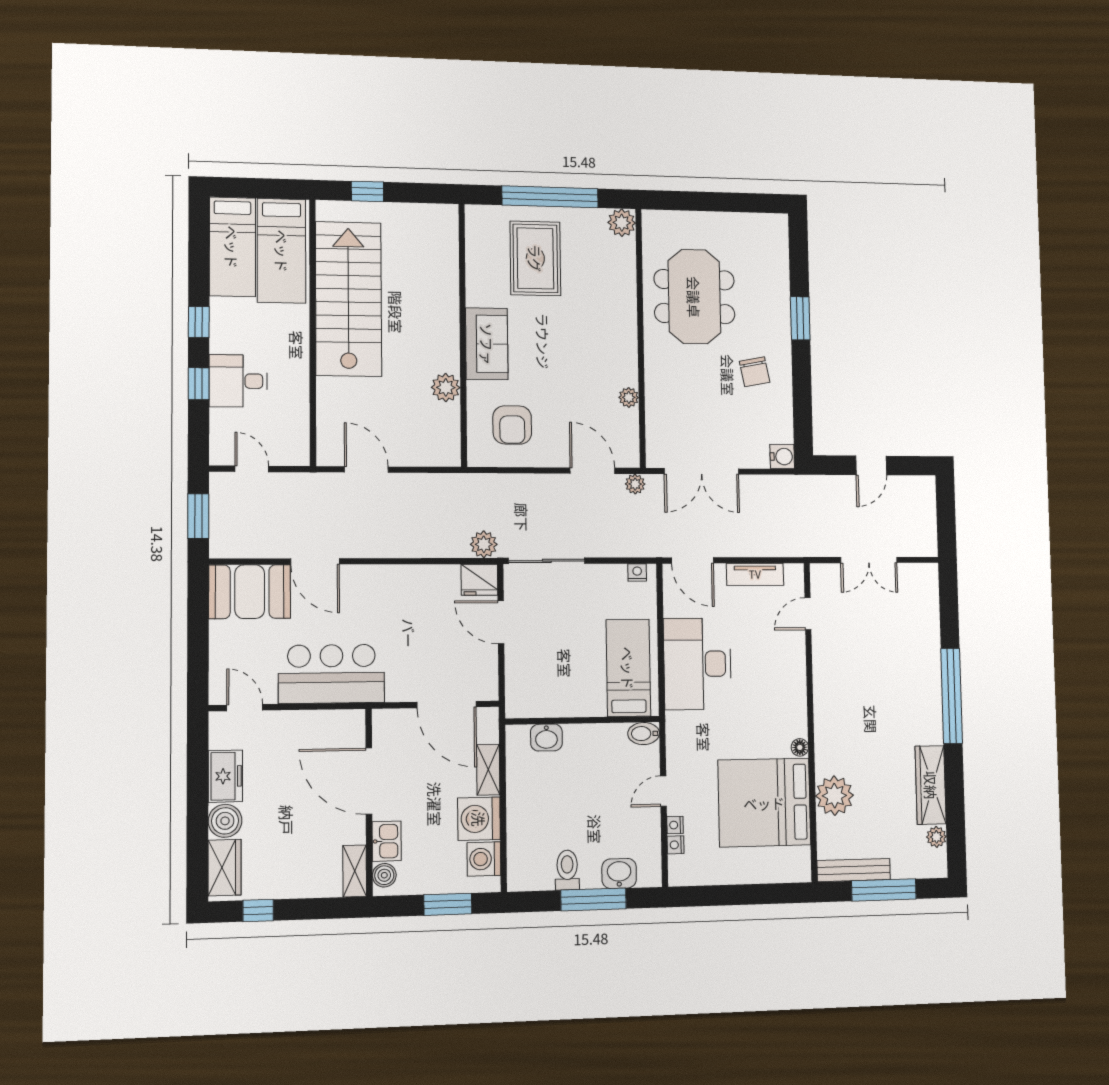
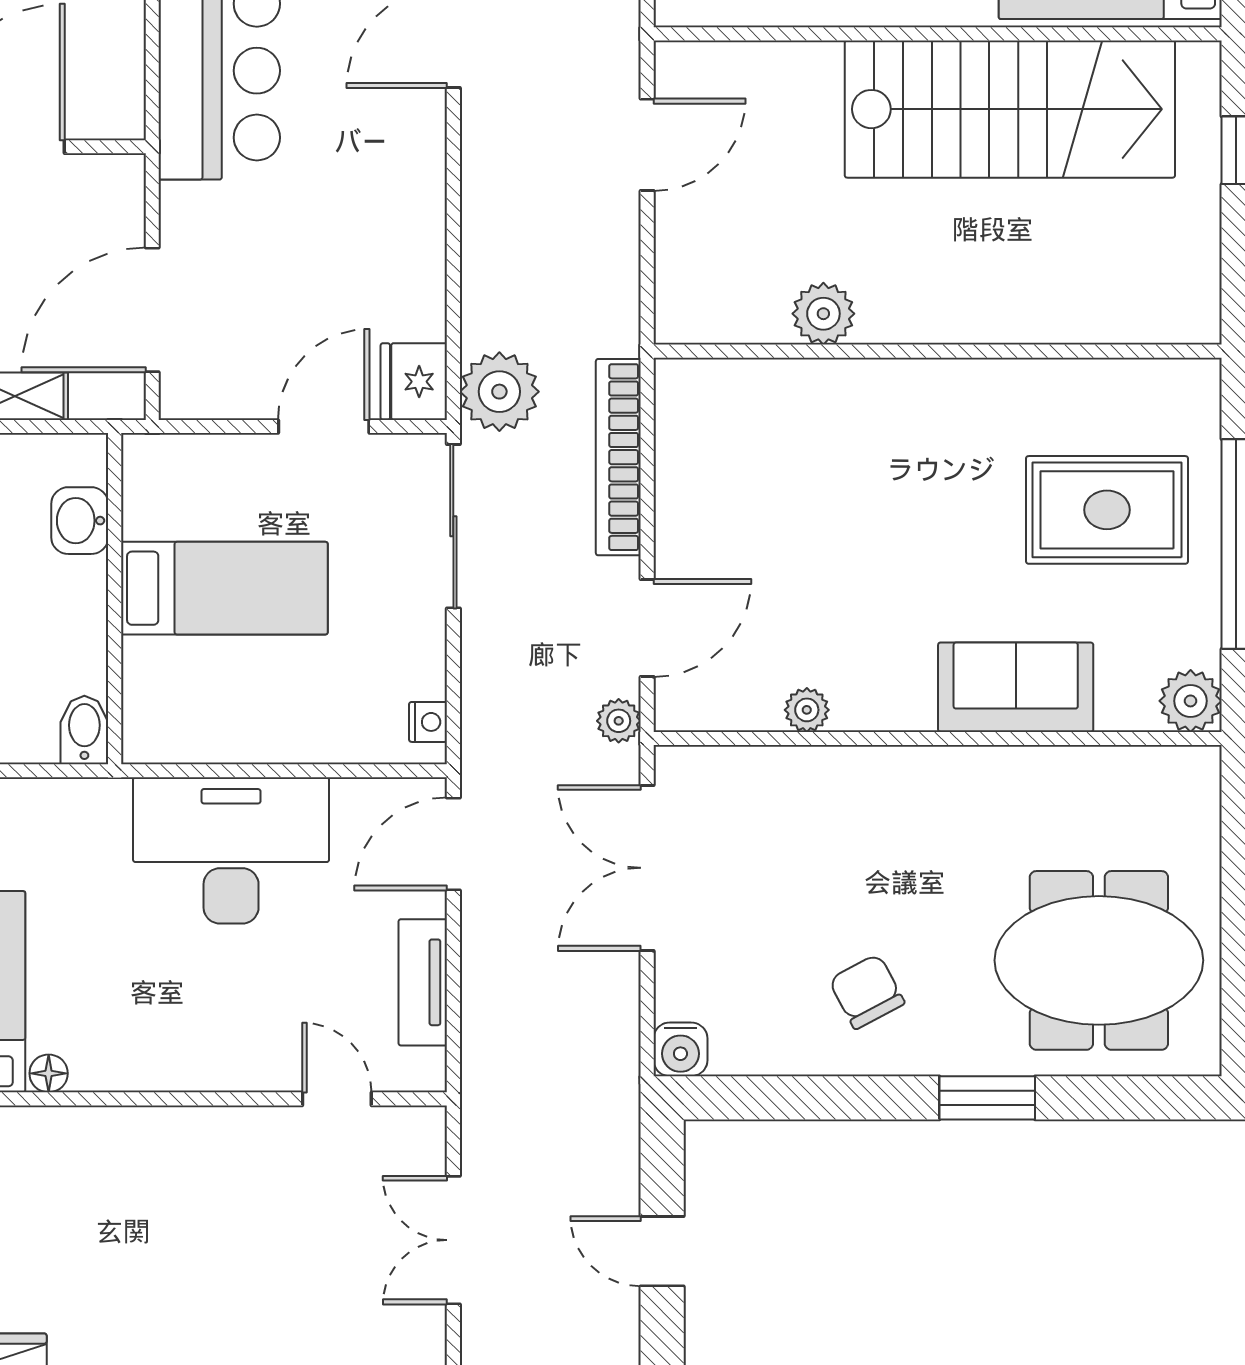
meeting table: (694, 297) -> (1099, 960), moved
sofa: (487, 344) -> (1016, 687), moved, turned 180
chair: (755, 372) -> (867, 992), turned 73
armchair: (512, 425) -> (744, 455), removed
bookcase: (514, 484) -> (618, 457), added
plant: (484, 544) -> (499, 392), width x1.36, depth x1.36
bed: (628, 668) -> (224, 588), moved

